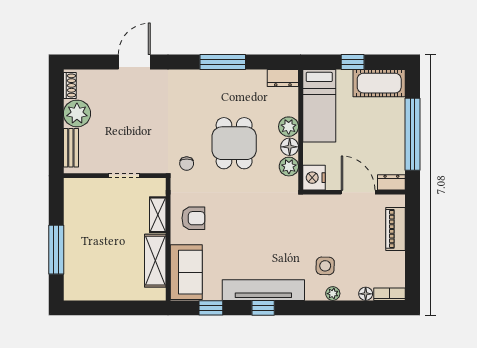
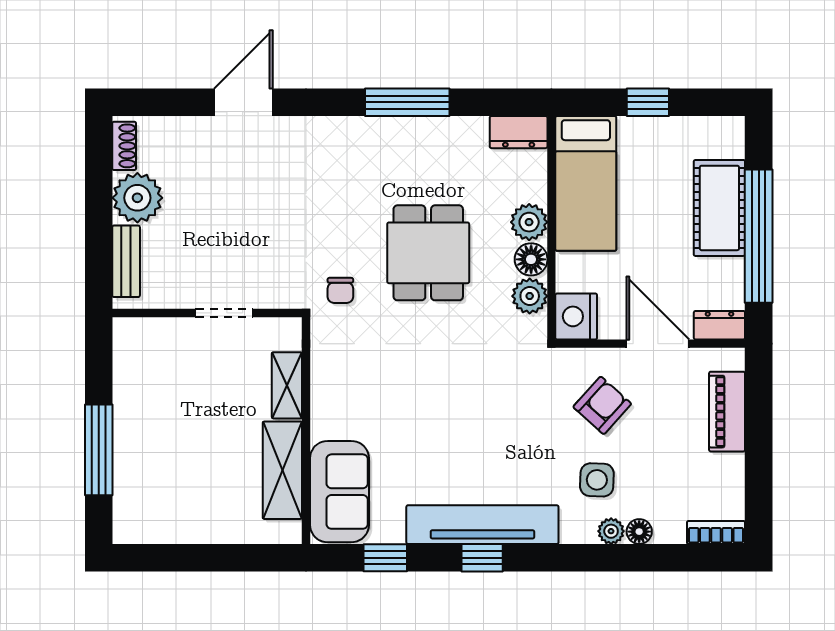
cot: (379, 83) -> (719, 208), moved, turned 90
armchair: (193, 218) -> (602, 405), moved, turned -48
floor lamp: (366, 294) -> (639, 532), moved

